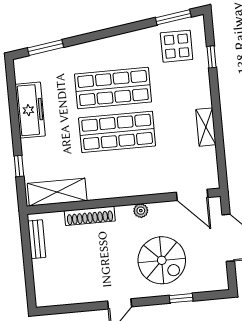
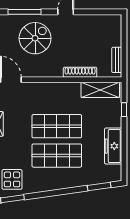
plant: (141, 211) -> (46, 72), removed
spiral stairs: (162, 260) -> (35, 38), turned 90
window: (181, 298) -> (25, 12), width x2.17

